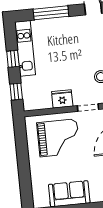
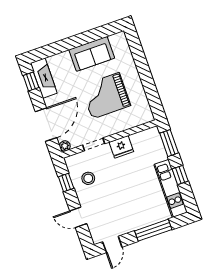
window: (16, 92) -> (169, 143), width x1.50
grand piano: (58, 138) -> (106, 96), moved

